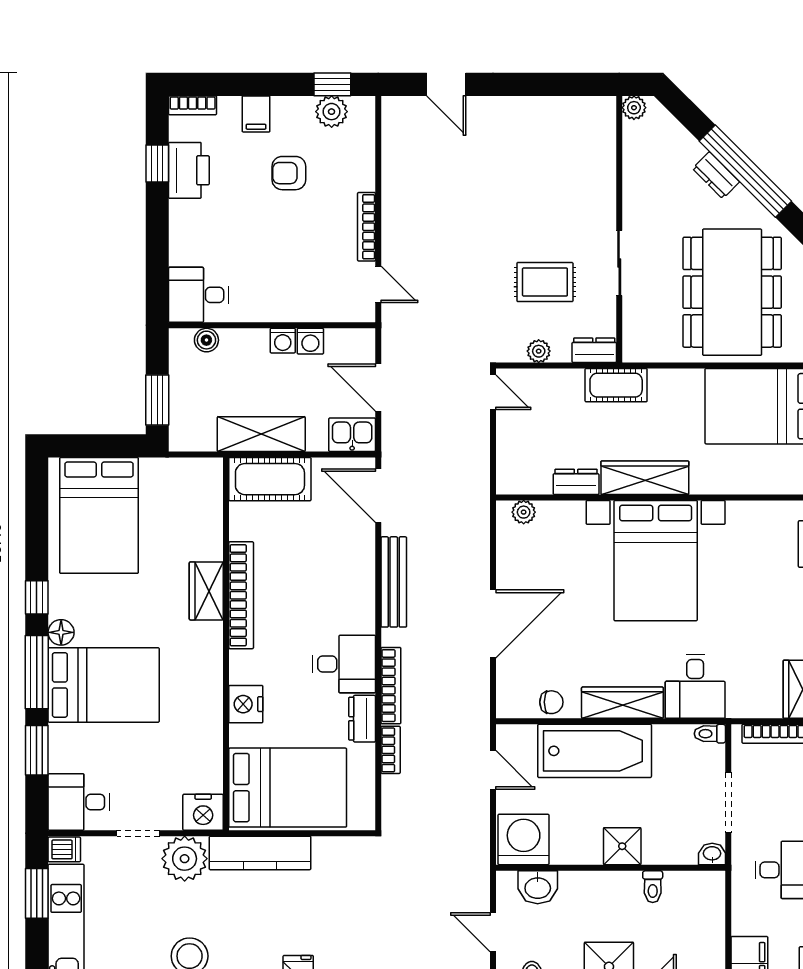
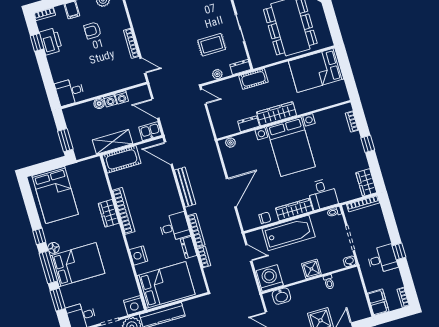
boiler: (206, 340) -> (99, 104), moved

